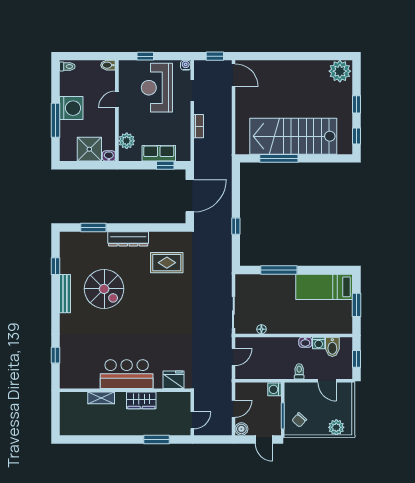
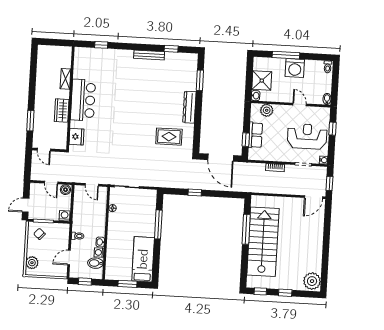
rug: (167, 263) -> (169, 137), turned 90
spiral stairs: (104, 289) -> (151, 86), removed
boiler: (241, 429) -> (65, 190), moved

